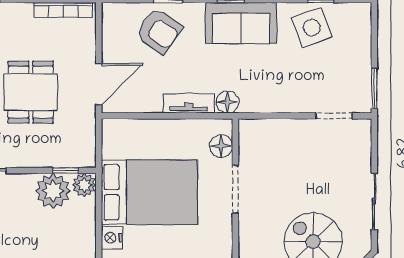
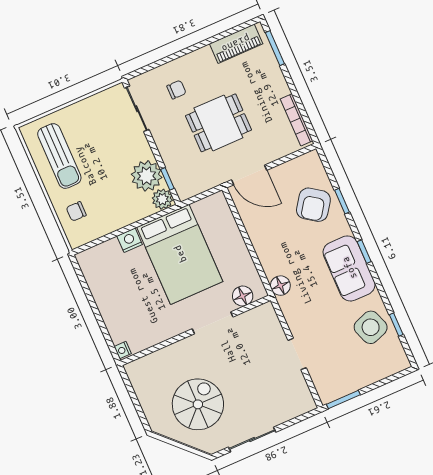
tv unit: (189, 103) -> (266, 255), removed
doorway: (334, 116) -> (297, 354), moved

